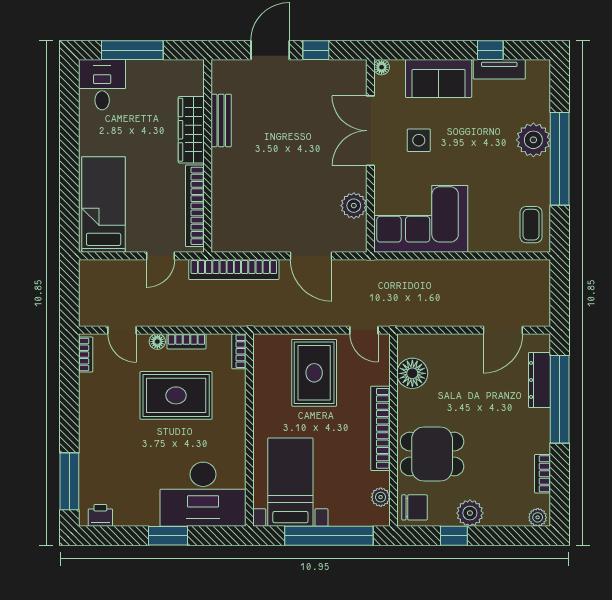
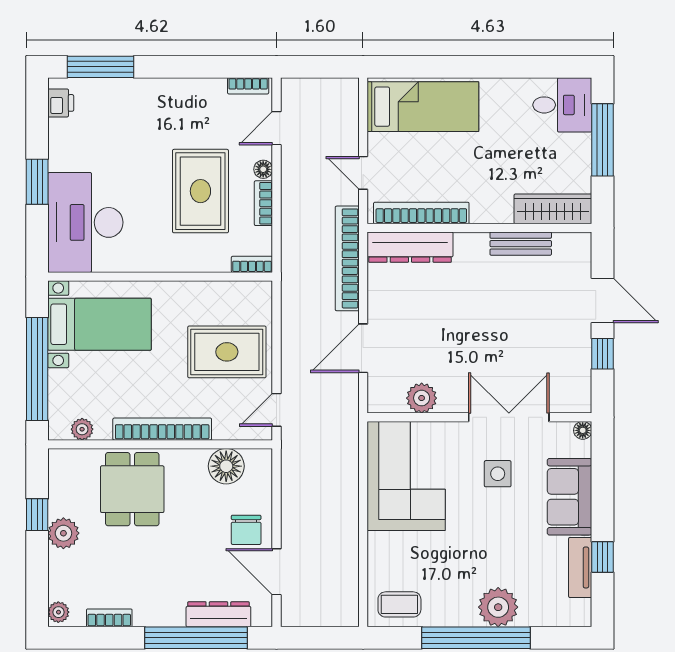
wardrobe: (191, 130) -> (553, 209), moved
dresser: (224, 215) -> (410, 247), added
chair: (414, 507) -> (246, 530), moved

